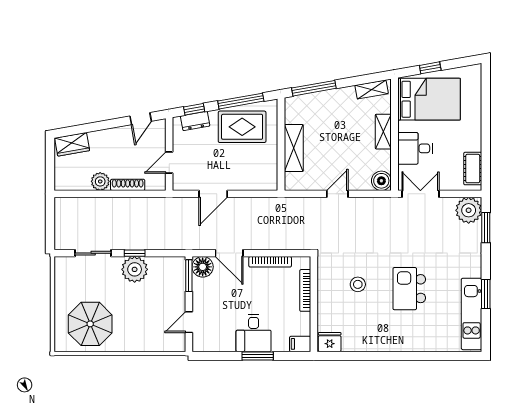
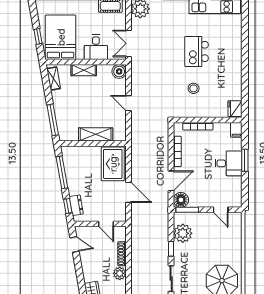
rug: (242, 127) -> (113, 164), moved
plant: (135, 269) -> (183, 233), moved
kitchen island: (409, 289) -> (197, 51), turned 90

